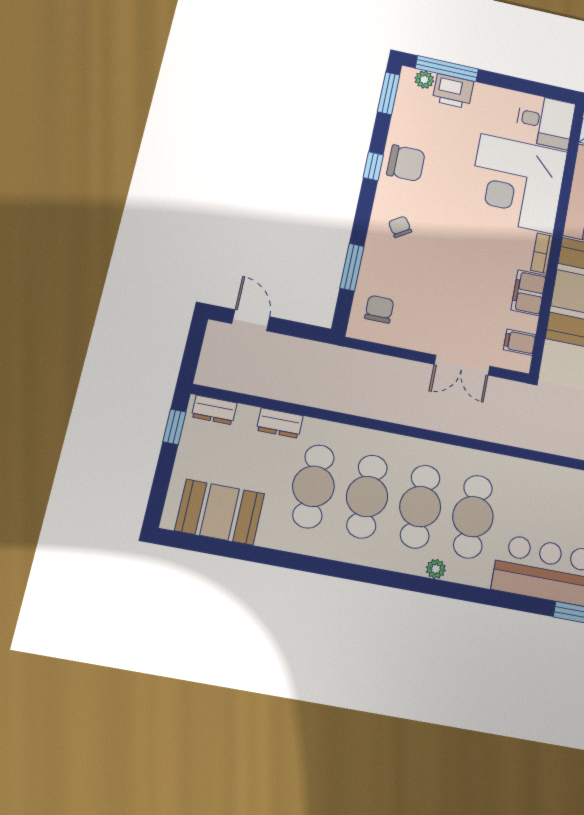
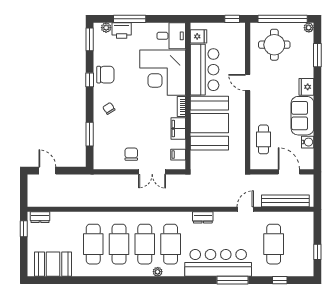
window: (447, 69) -> (130, 19), moved
chair: (379, 309) -> (131, 154), moved
dresser: (280, 423) -> (203, 217), moved

